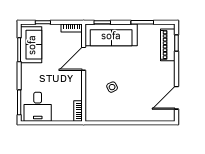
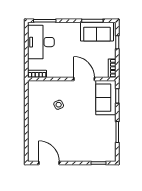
sofa: (111, 35) -> (106, 98), width x0.73
piano: (168, 45) -> (97, 155), removed
desk: (38, 107) -> (41, 42), width x1.37

